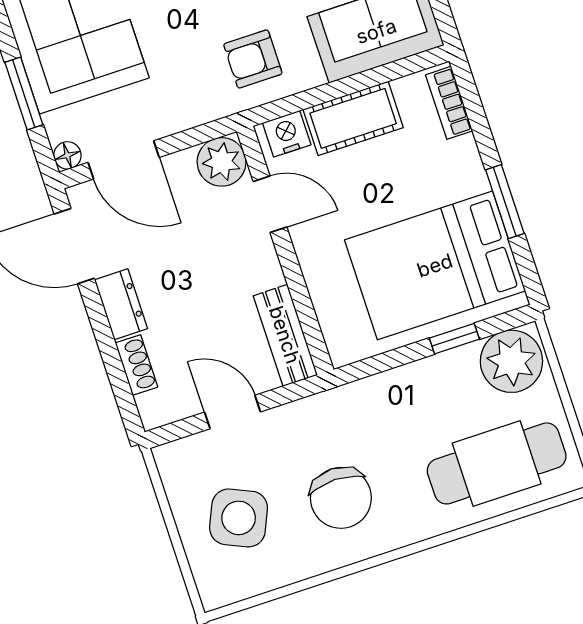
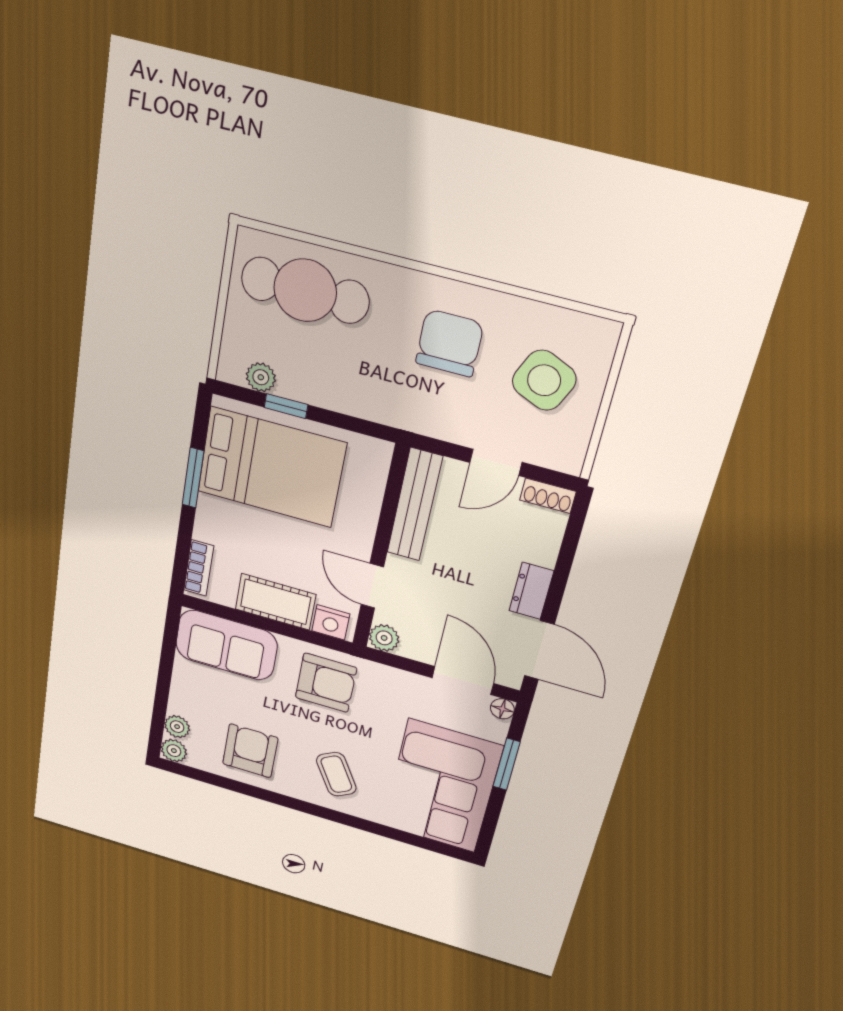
armchair: (253, 59) -> (326, 683), width x1.38, depth x1.38
plant: (222, 162) -> (384, 638), width x0.73, depth x0.73
bench: (285, 335) -> (415, 505), width x1.36
plant: (511, 361) -> (261, 377), width x0.53, depth x0.53
shoe rack: (136, 365) -> (548, 496), moved, turned -90
door: (232, 412) -> (496, 462), hinge flipped

